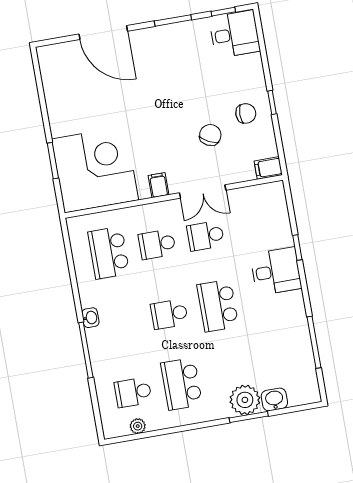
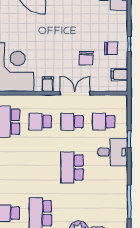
chair: (210, 135) -> (86, 58), turned 153
filing cabinet: (268, 168) -> (119, 75), moved
double door: (203, 191) -> (75, 93), swing flipped
school desk: (169, 314) -> (104, 122), moved

